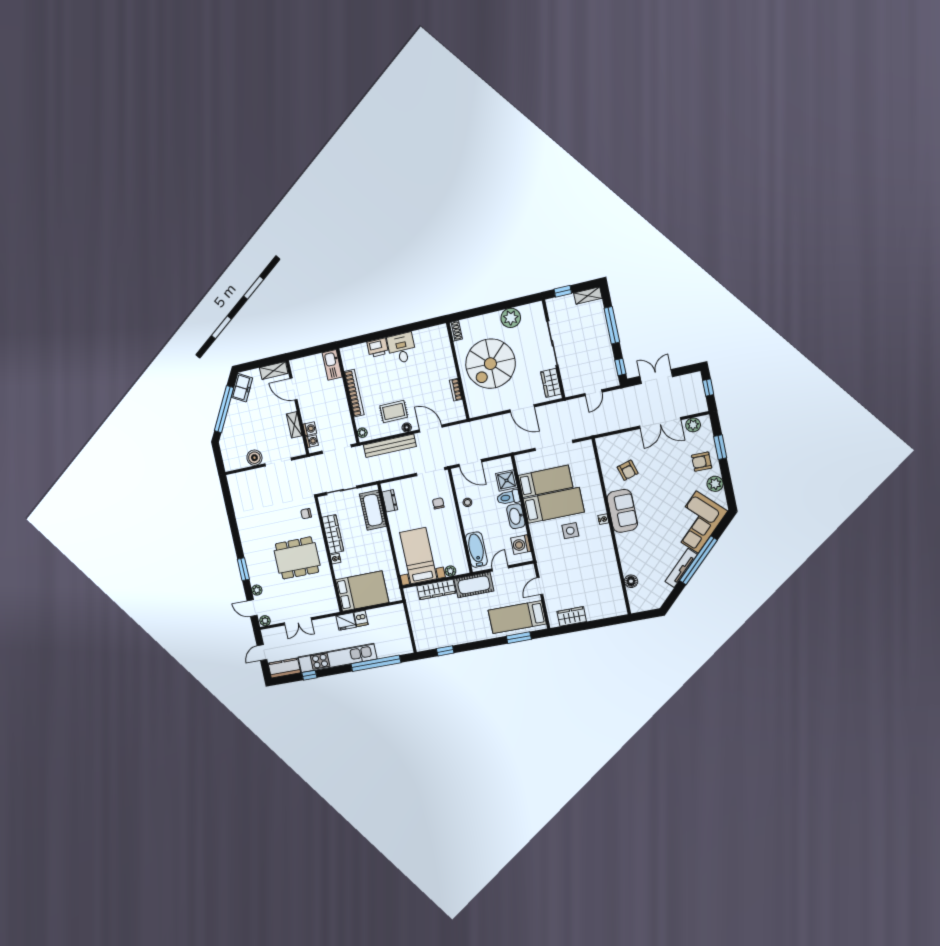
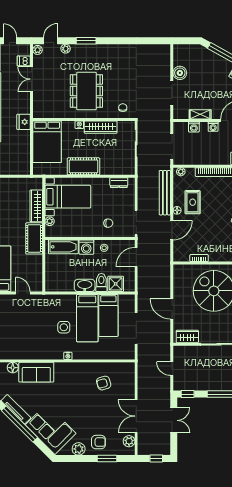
door: (522, 408) -> (172, 309), hinge flipped
washing machine: (312, 441) -> (213, 127), moved
armchair: (702, 462) -> (98, 442), turned 90
cot: (373, 510) -> (83, 166), moved
sofa: (622, 511) -> (36, 372), moved
washing machine: (521, 545) -> (86, 247), moved, turned 180
door: (500, 568) -> (44, 263), removed
dishwasher: (361, 618) -> (24, 61), moved

